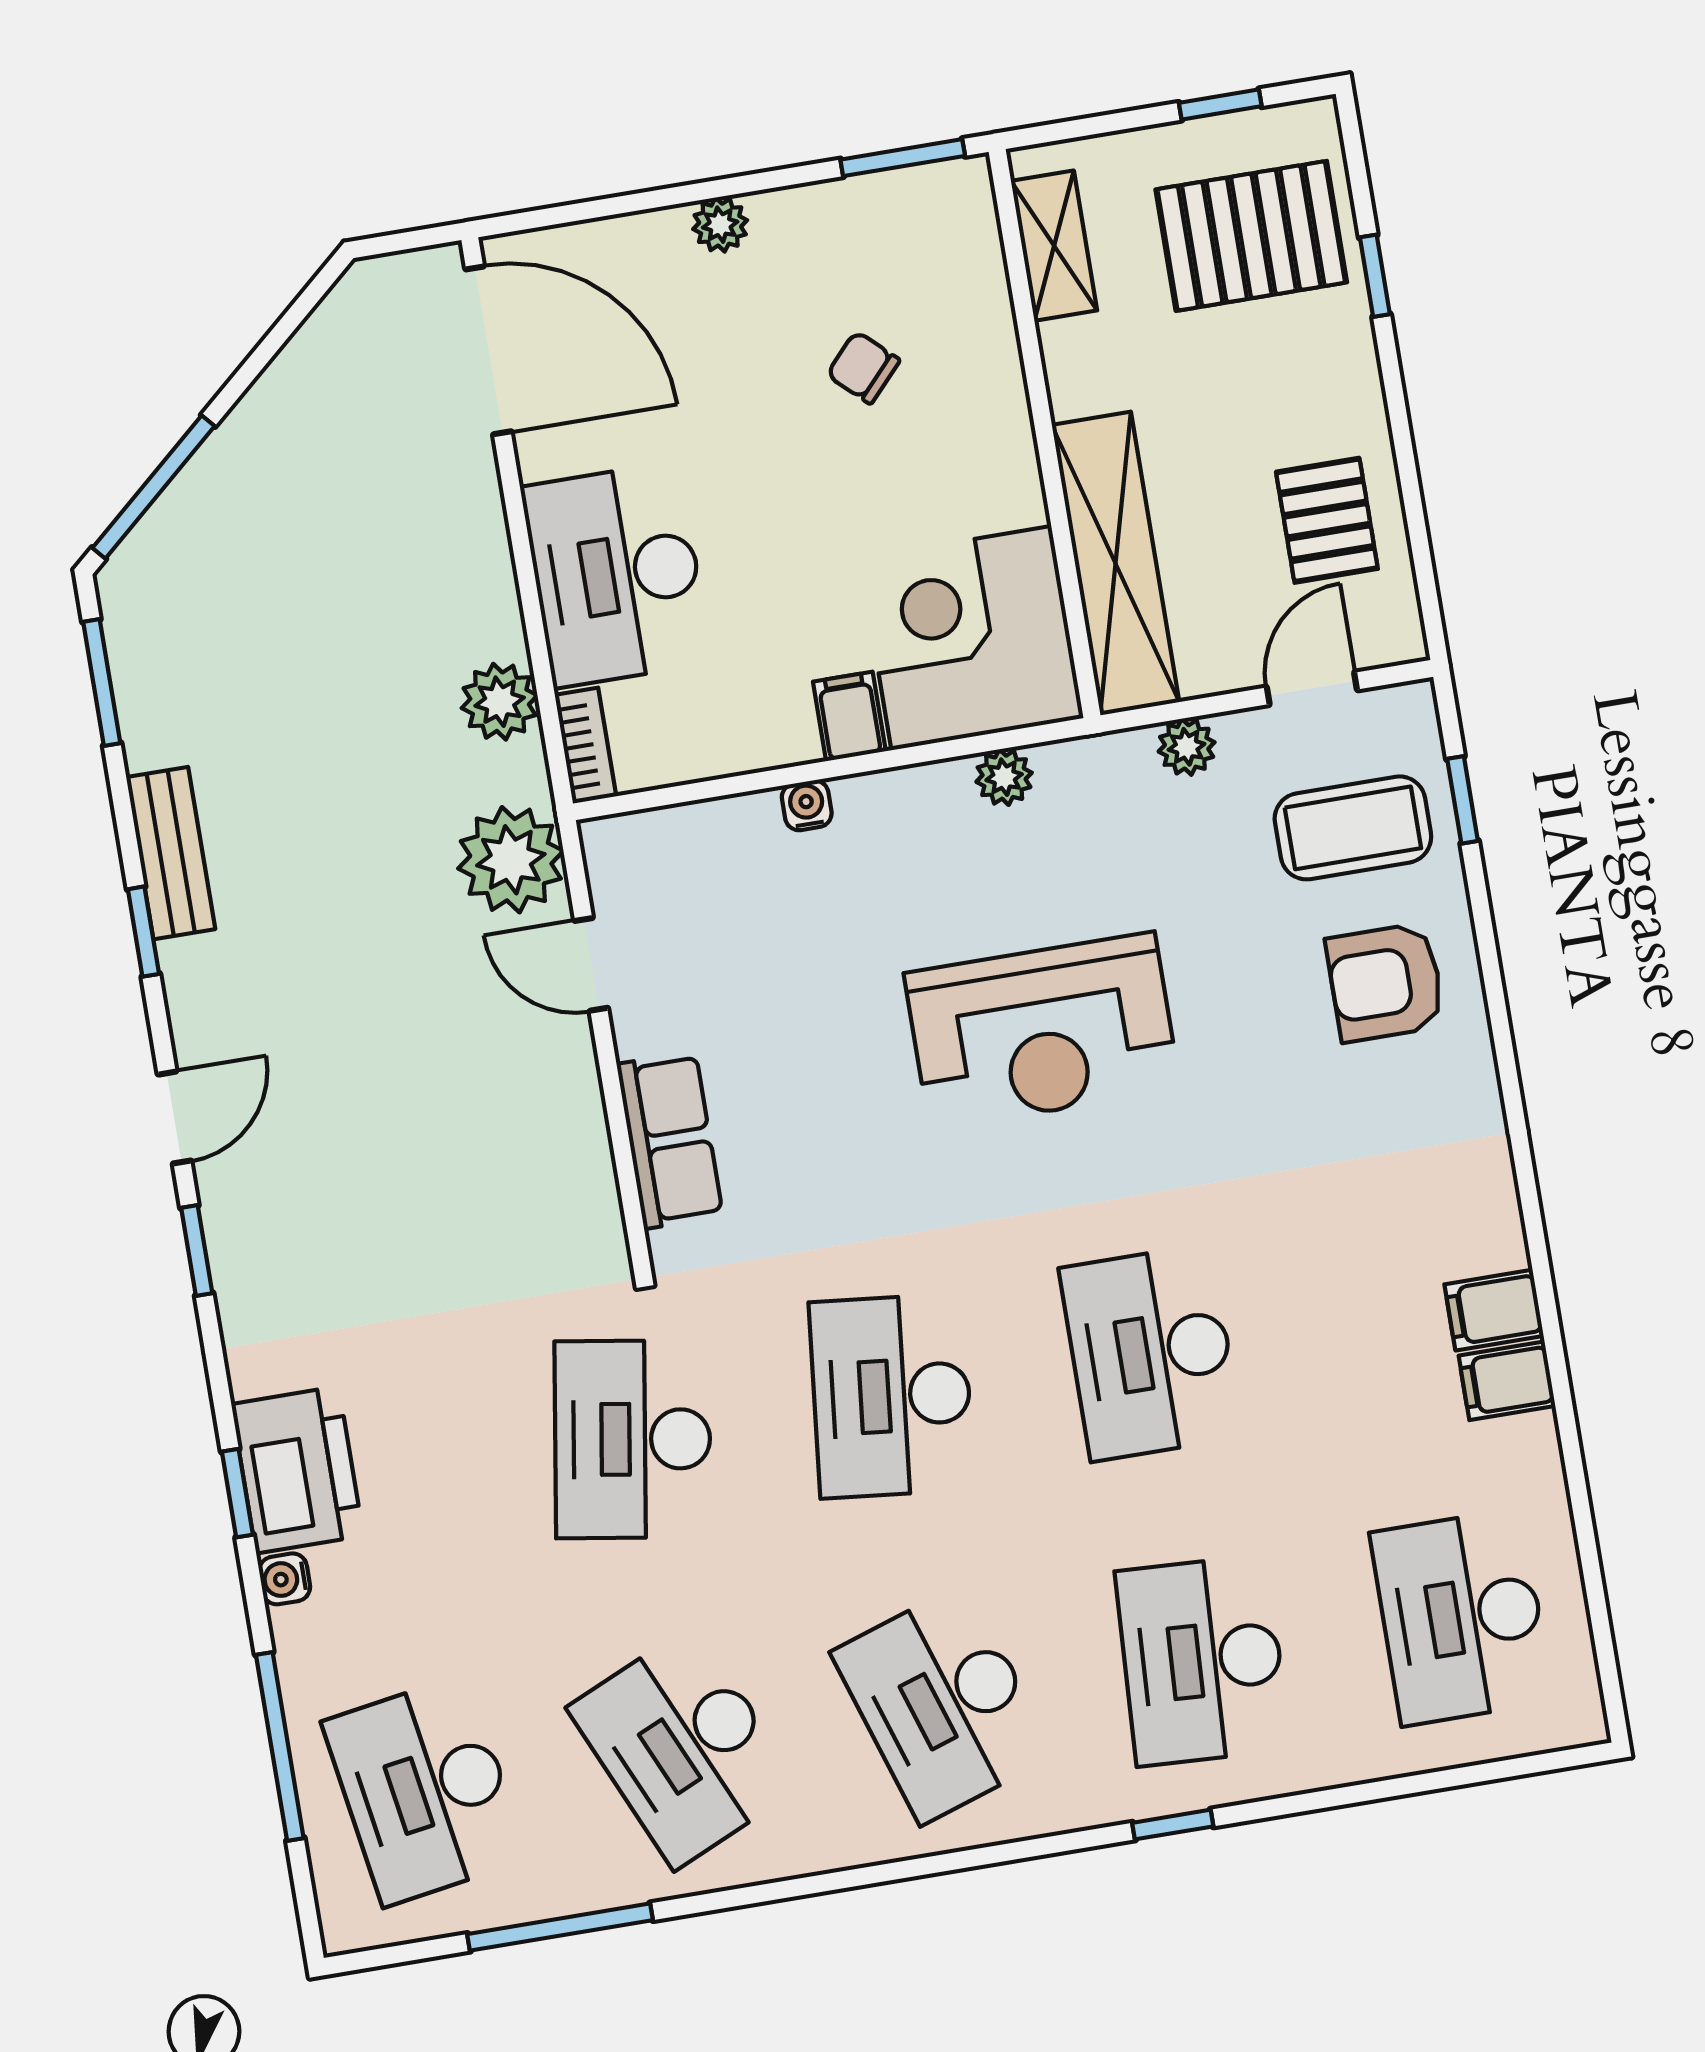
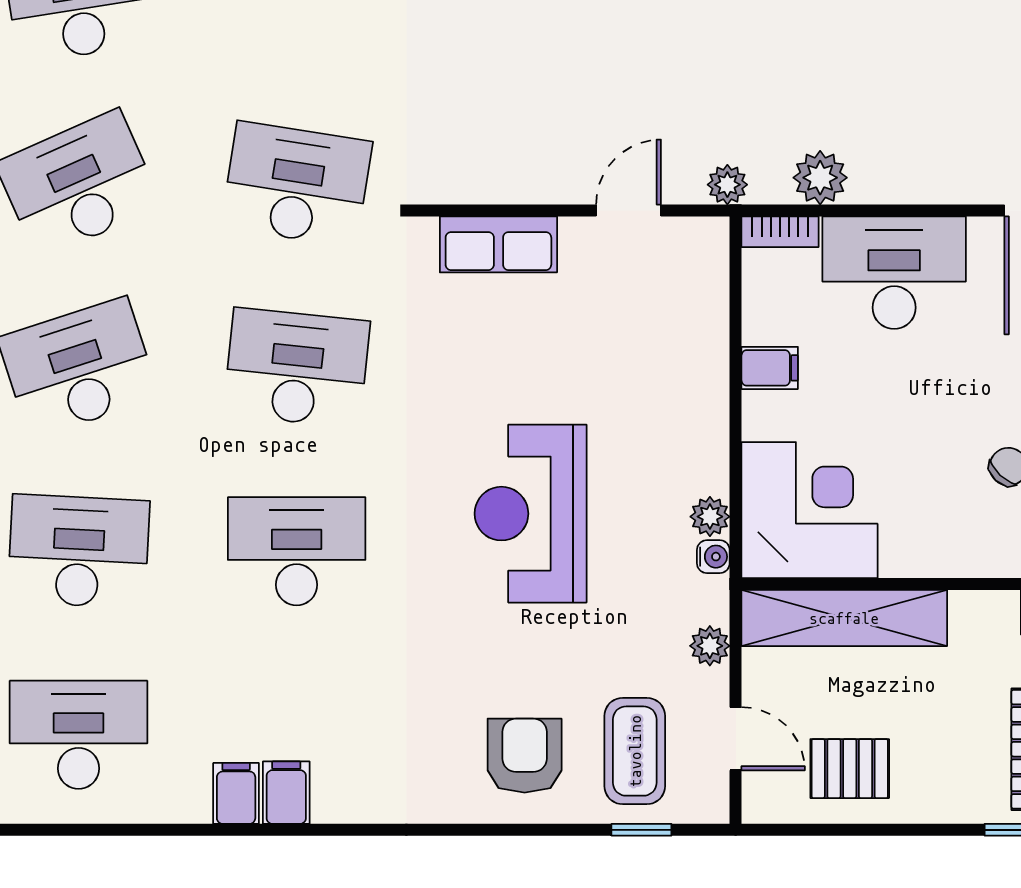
filing cabinet: (849, 716) -> (770, 368), moved
water cooler: (807, 805) -> (713, 557), moved
plant: (511, 860) -> (727, 185), width x0.53, depth x0.53

